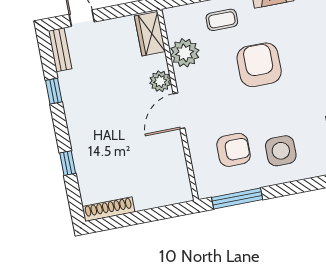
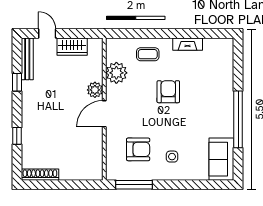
wardrobe: (150, 34) -> (72, 47), moved, turned -90
bench: (60, 50) -> (27, 59), width x1.36
armchair: (259, 65) -> (168, 92), width x0.73, depth x0.73
side table: (281, 151) -> (172, 157), width x0.54, depth x0.54

